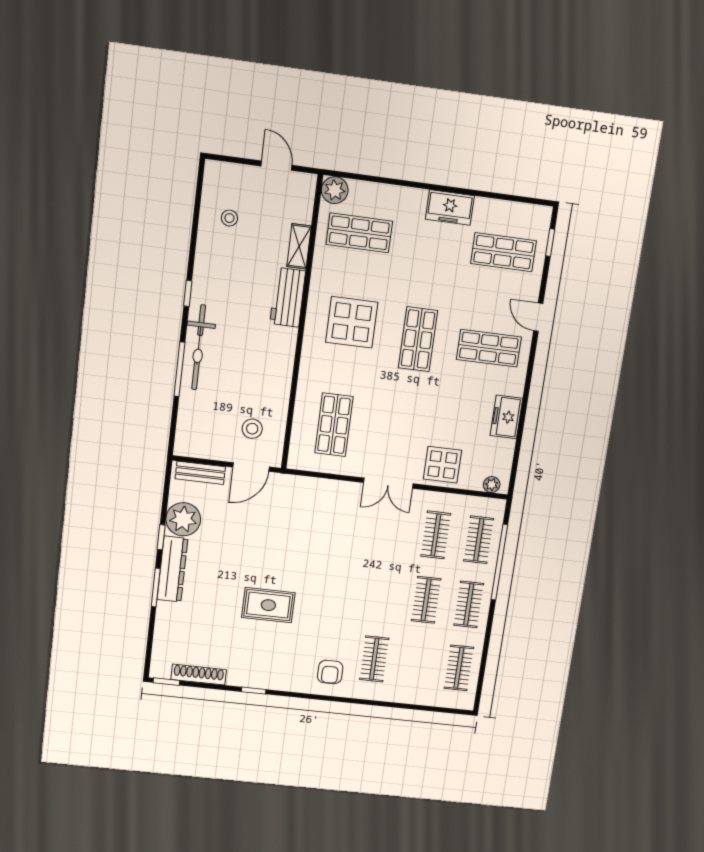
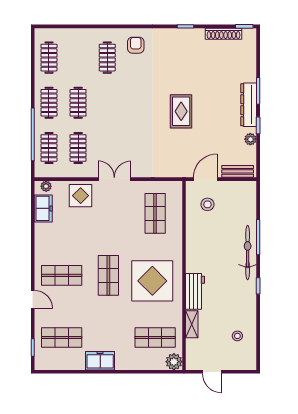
display table: (352, 322) -> (152, 281), width x1.36, depth x1.36
freezer: (506, 417) -> (43, 208), moved
plant: (183, 519) -> (250, 139), width x0.53, depth x0.53
rug: (268, 605) -> (181, 111), moved, turned 90

